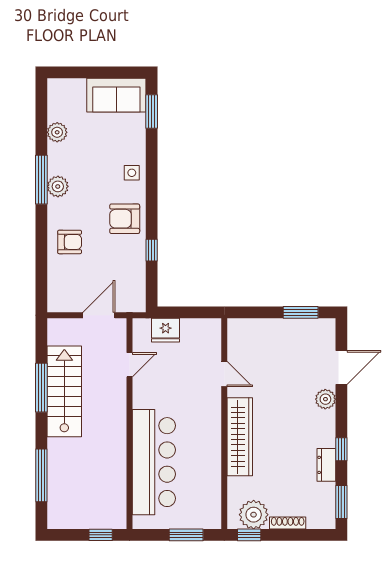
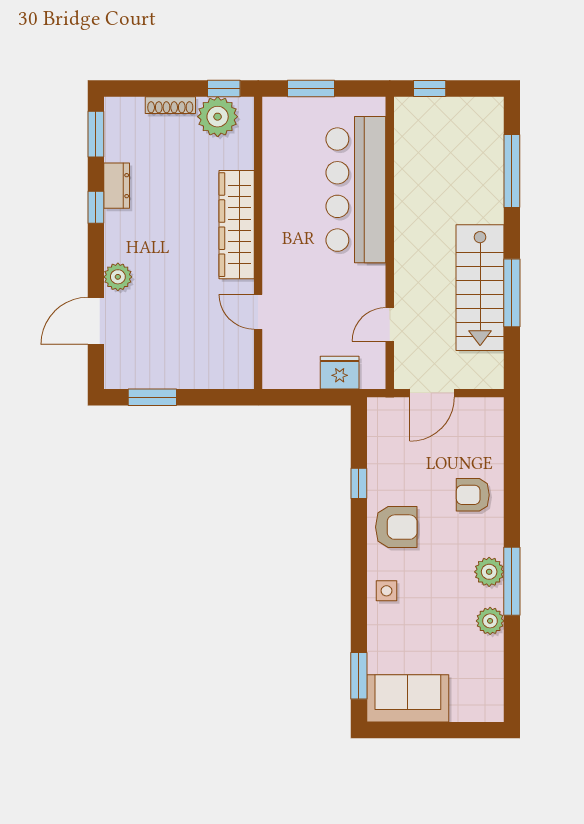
plant: (57, 132) -> (490, 621), moved

